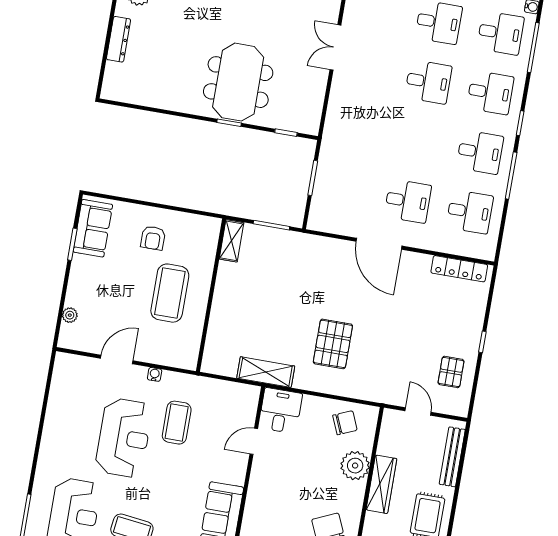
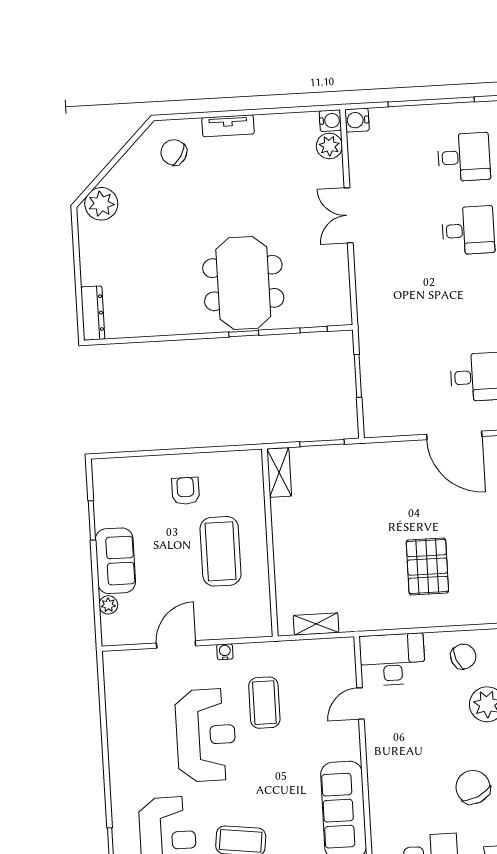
dresser: (118, 39) -> (93, 313), moved
sofa: (93, 228) -> (115, 561), moved
armchair: (153, 238) -> (186, 491), turned 180
shelving: (266, 372) -> (316, 624), moved, width x0.67, depth x0.75
desk: (280, 411) -> (392, 659), width x1.37

